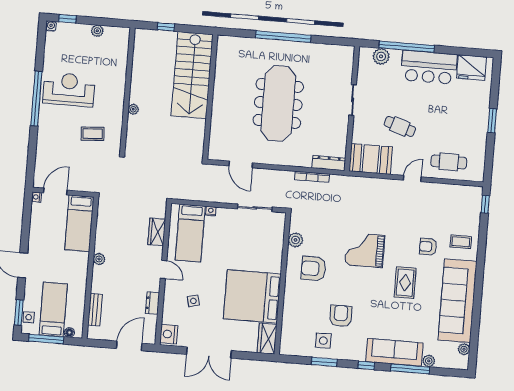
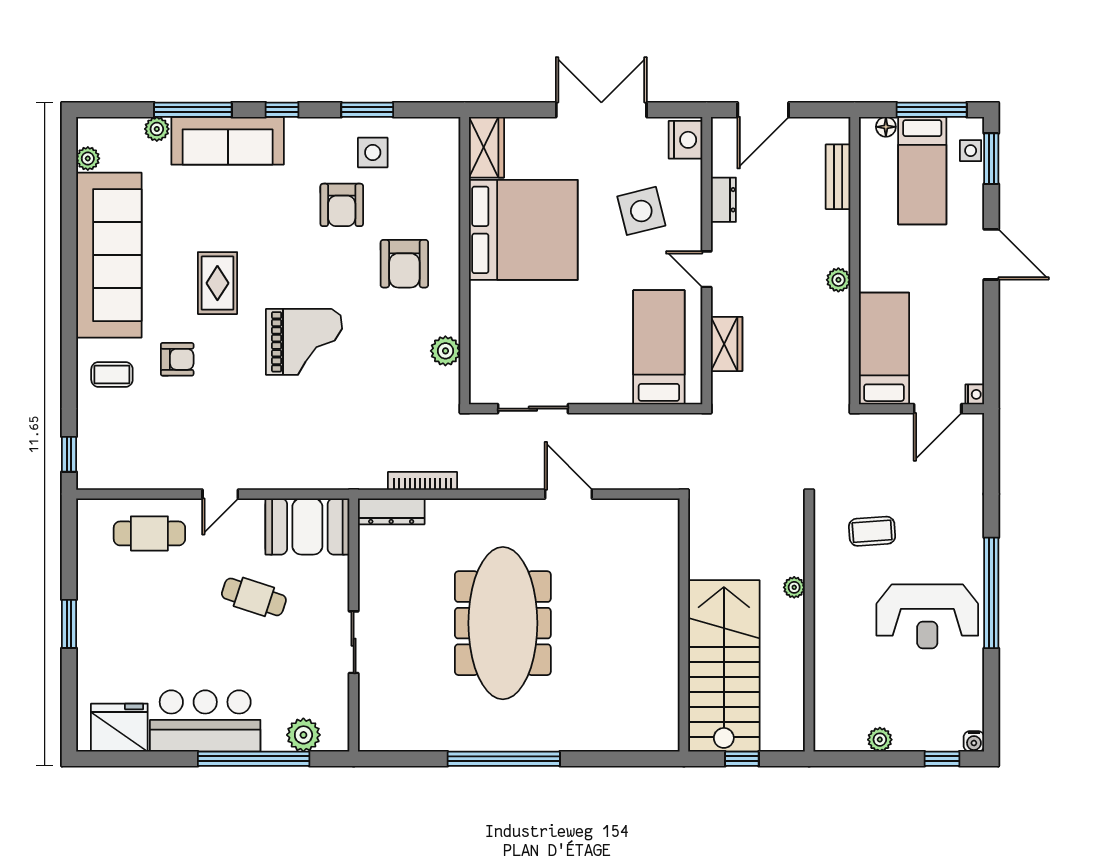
stairs: (192, 75) -> (724, 666), moved
wall: (210, 97) -> (684, 625), moved
nightstand: (211, 211) -> (621, 395), removed
armchair: (314, 269) -> (404, 264), moved, turned 90
side table: (193, 301) -> (641, 211), width x1.87, depth x1.87

